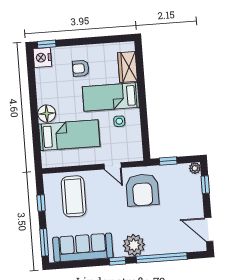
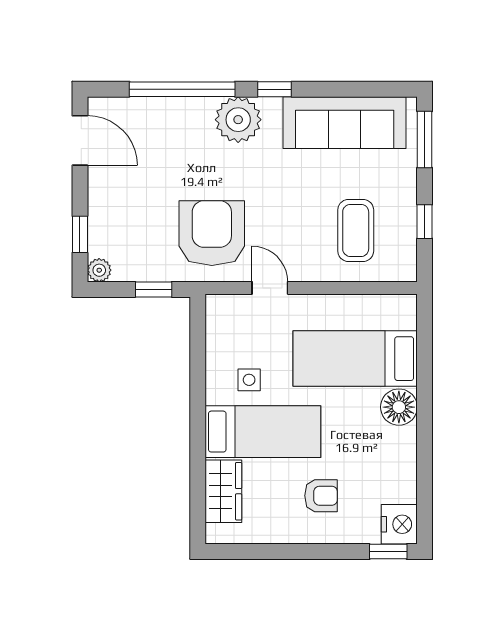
coffee table: (74, 196) -> (356, 230), width x0.73, depth x0.76

